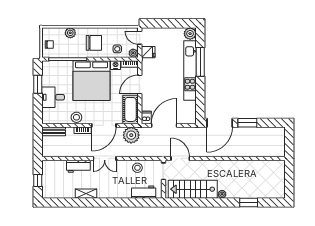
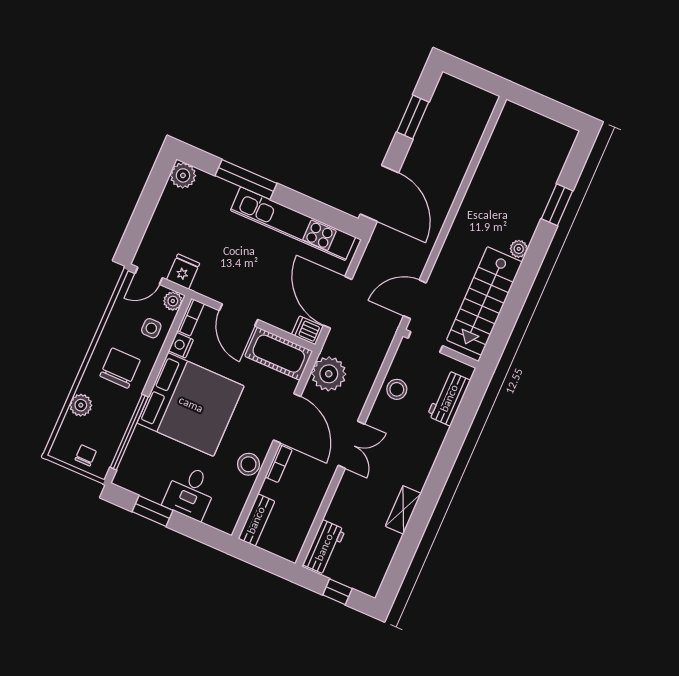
kitchen unit: (190, 70) -> (293, 224), moved
window: (247, 123) -> (413, 117), moved
workbench: (78, 166) -> (324, 547), moved

